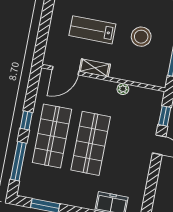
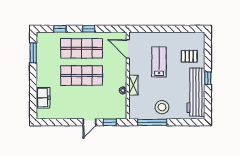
stool: (141, 37) -> (162, 107), moved
shelving: (95, 68) -> (133, 85), moved
window: (18, 161) -> (60, 29), width x0.46

